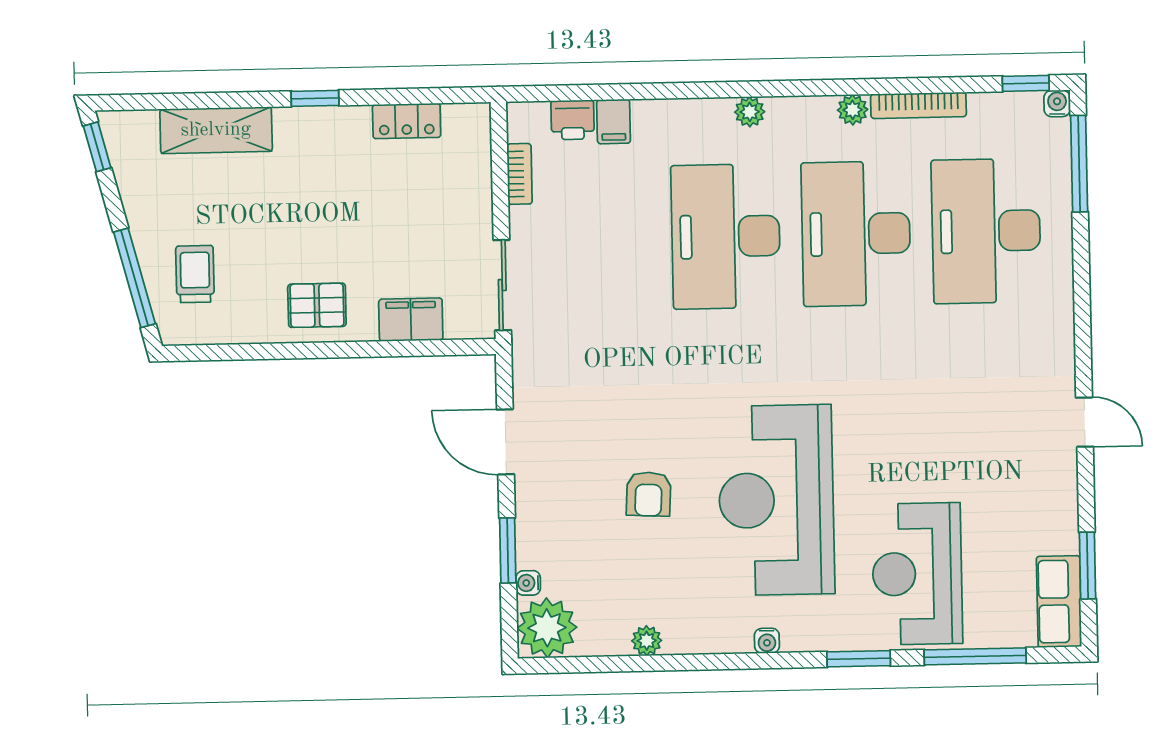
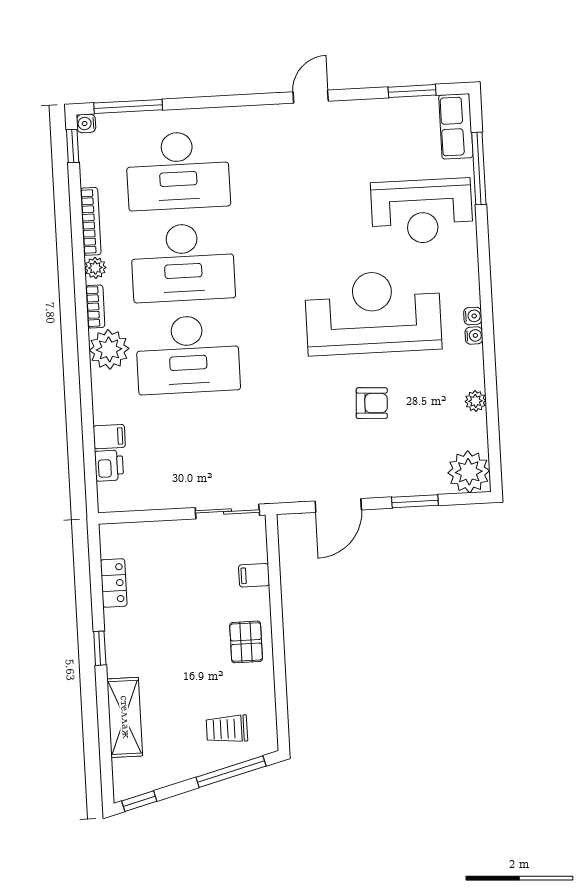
plant: (750, 112) -> (109, 349), width x1.88, depth x1.88
bookcase: (520, 174) -> (95, 306), moved, turned 90
filing cabinet: (411, 320) -> (254, 575), width x0.50
reception desk: (776, 500) -> (373, 313), turned 180
water cooler: (528, 583) -> (474, 335), moved, turned -90
row of seats: (1059, 601) -> (456, 126), moved, turned 90
window: (859, 659) -> (483, 251), removed

